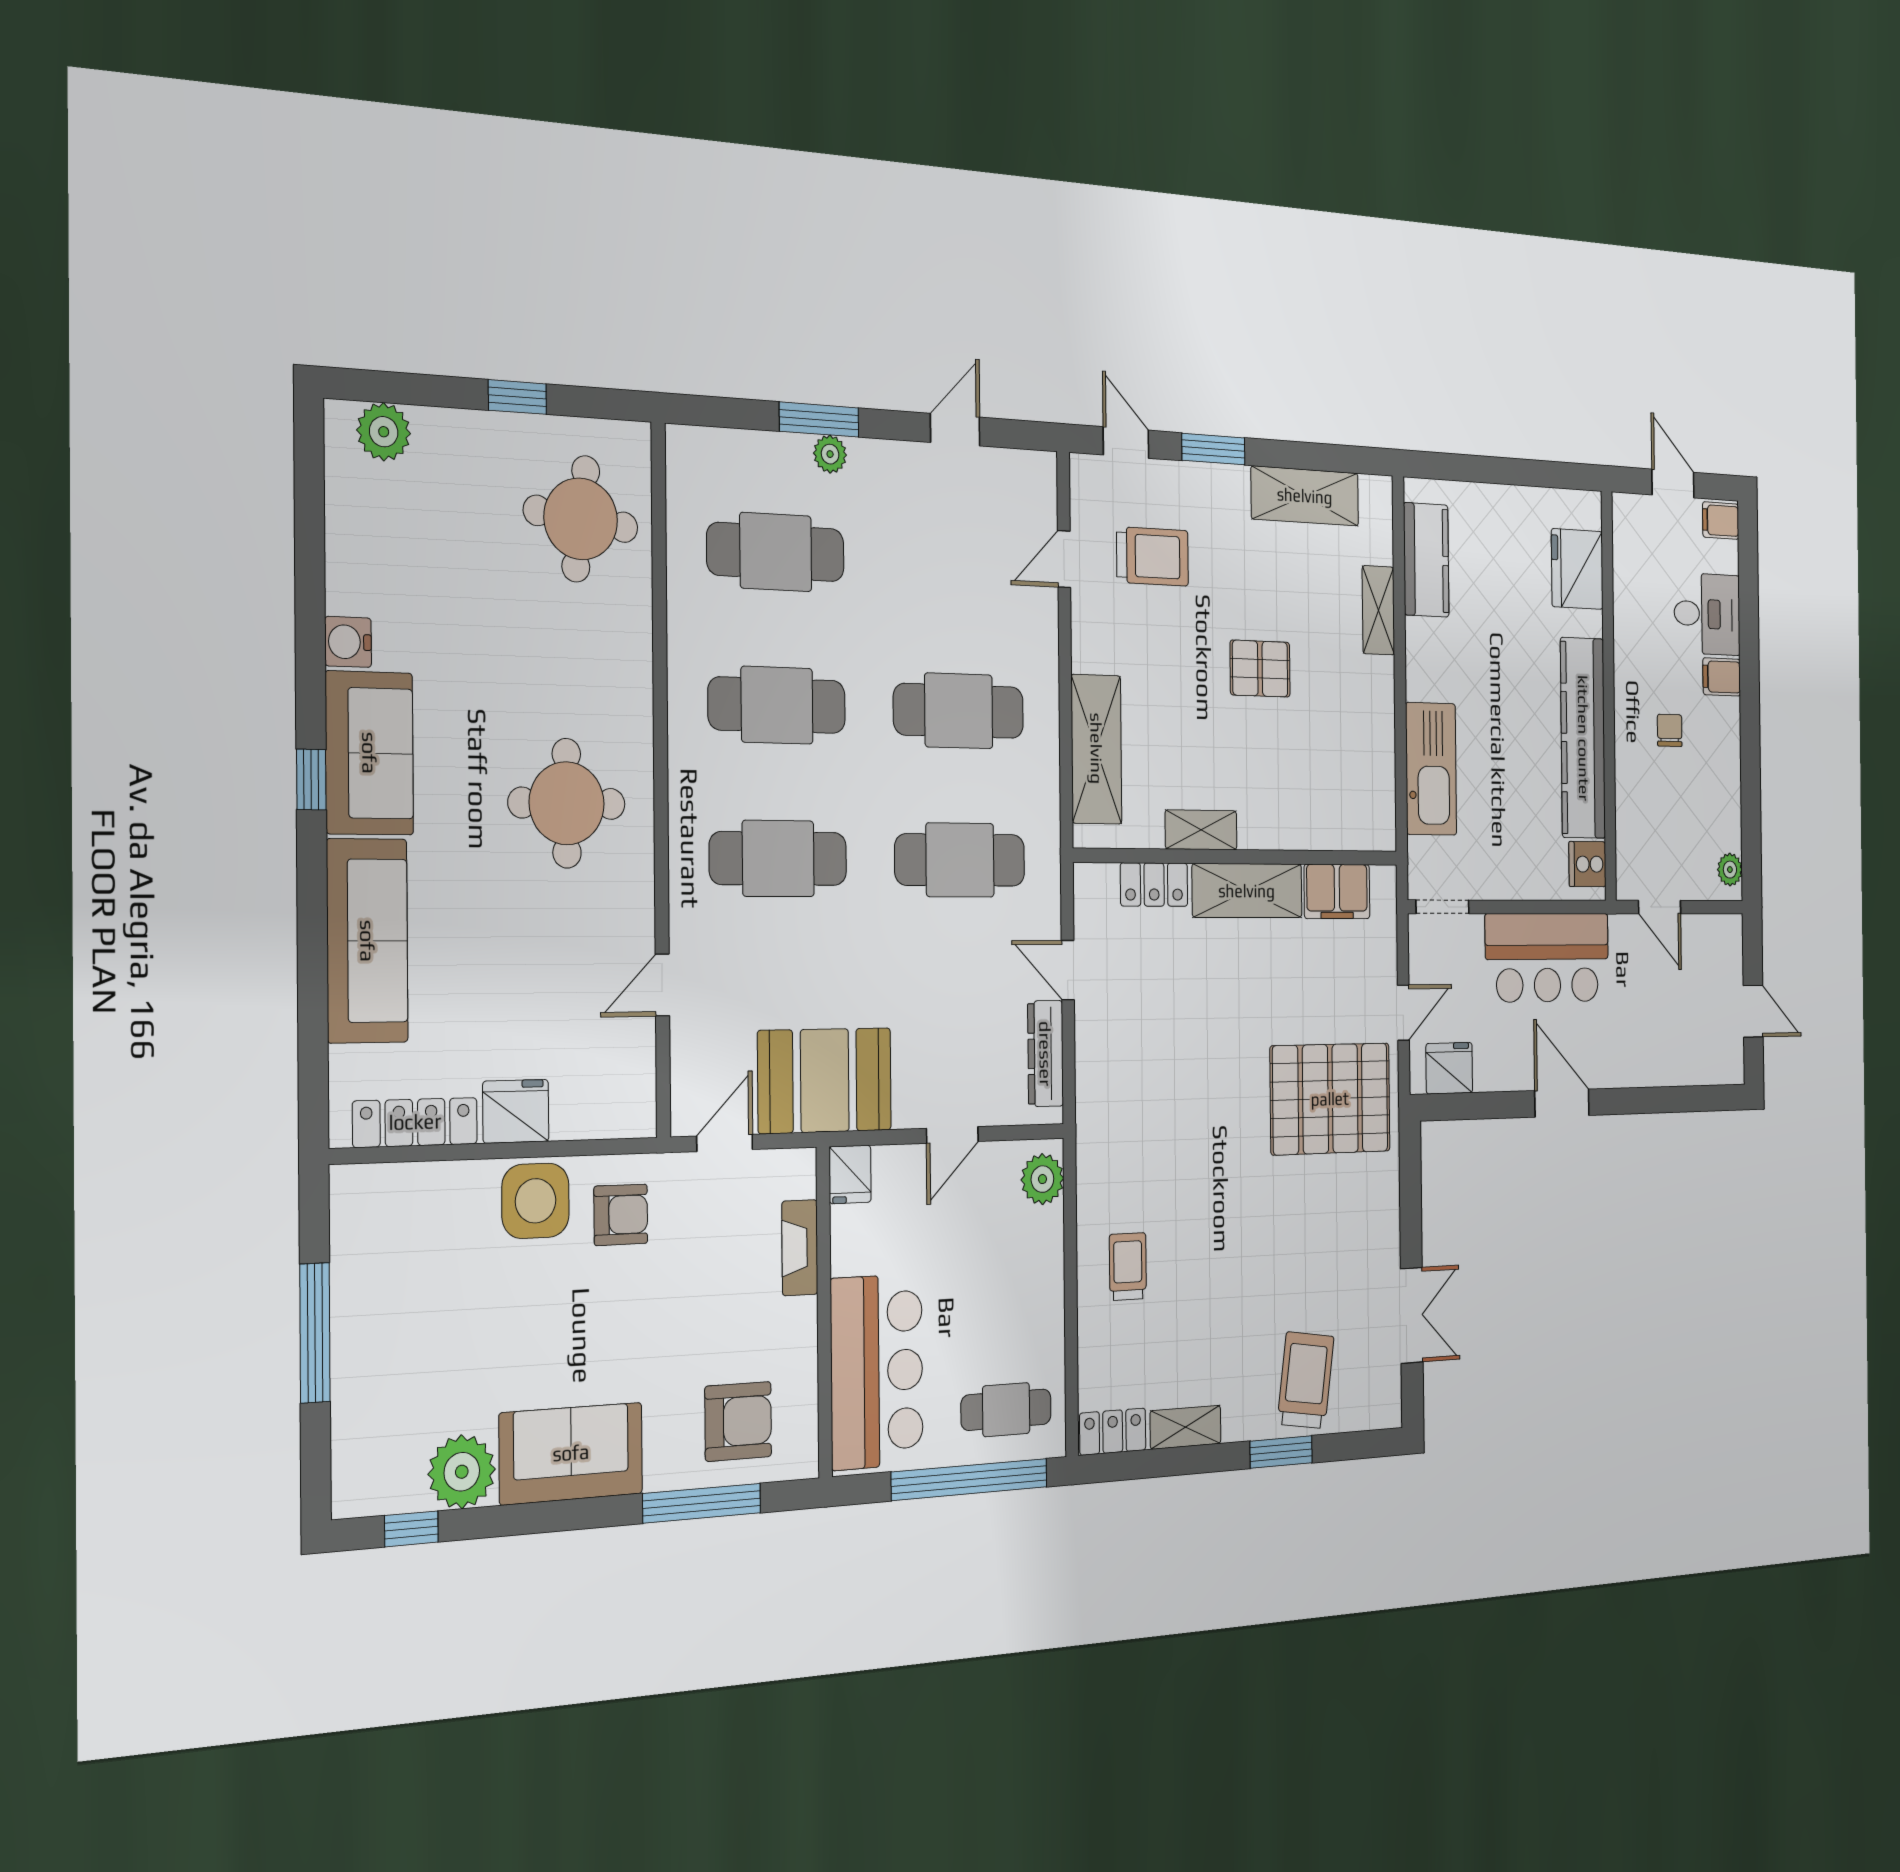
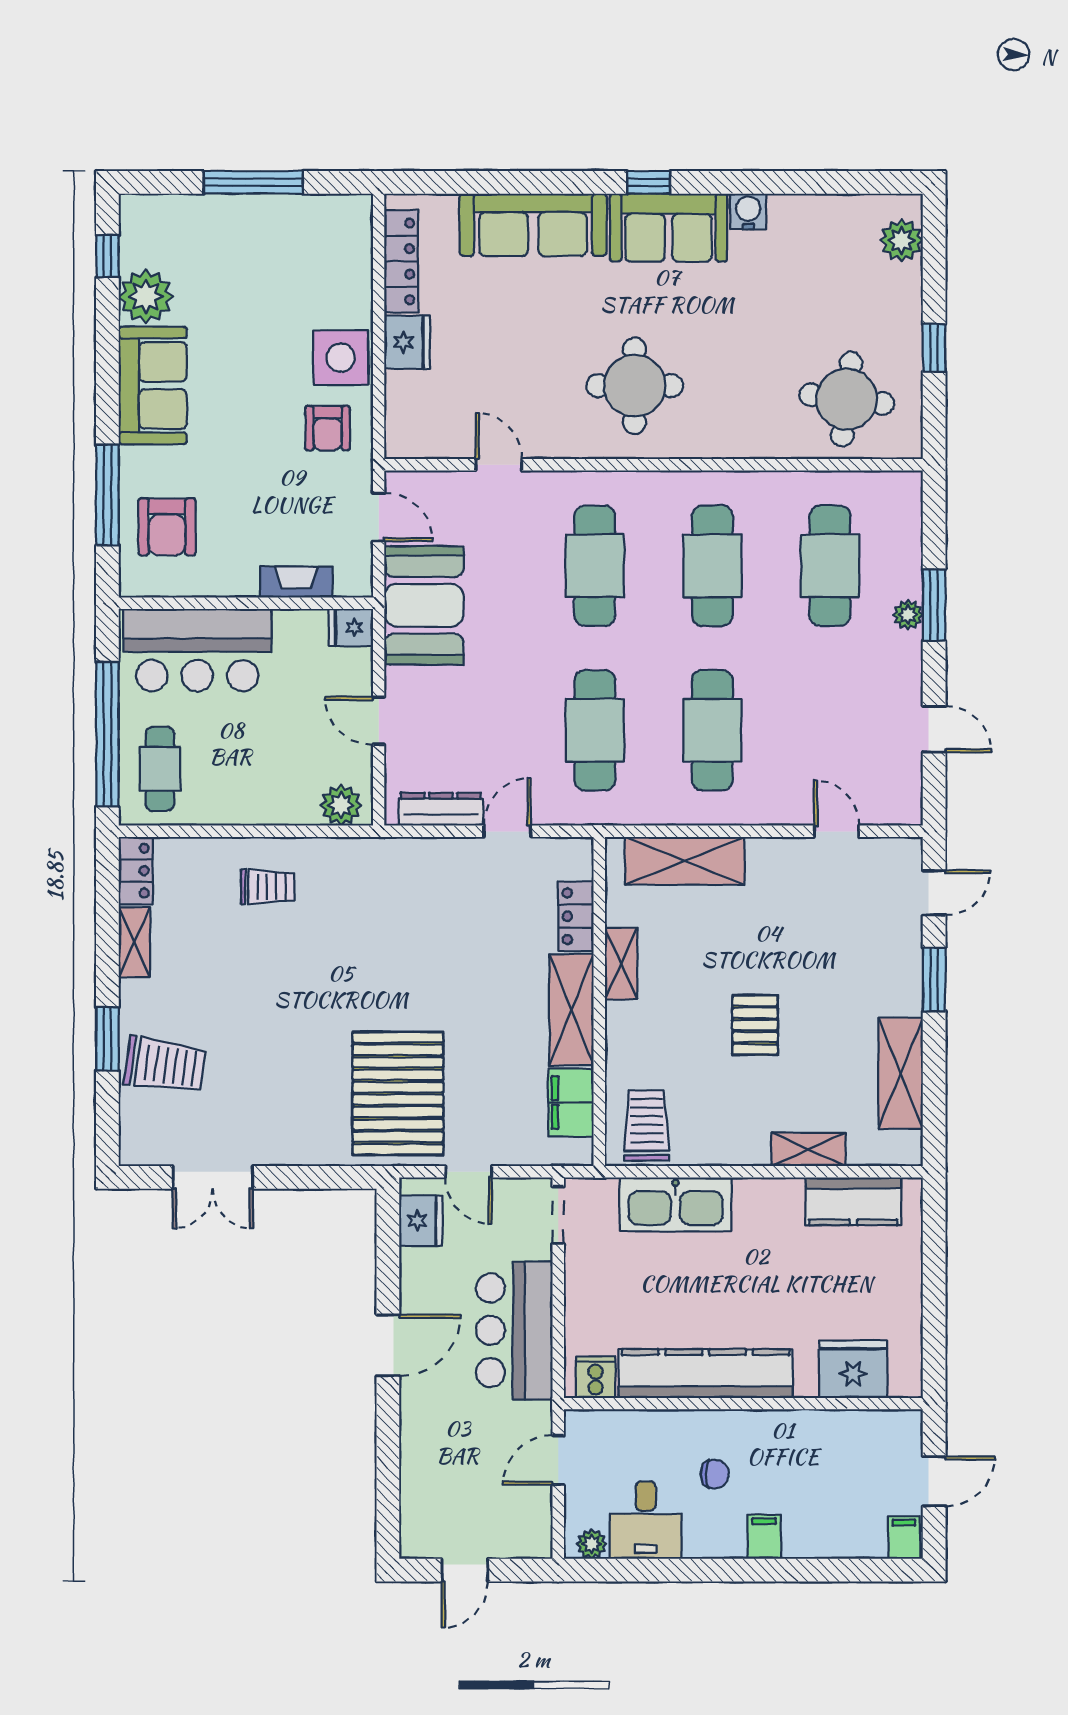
trolley: (1153, 556) -> (647, 1125), moved, turned 180
desk: (1707, 614) -> (646, 1520), moved

